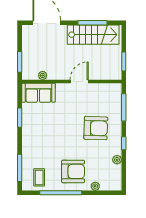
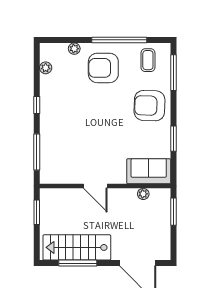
door: (79, 81) -> (95, 186), hinge flipped
armchair: (96, 128) -> (149, 106), moved
plant: (117, 160) -> (46, 68), moved

